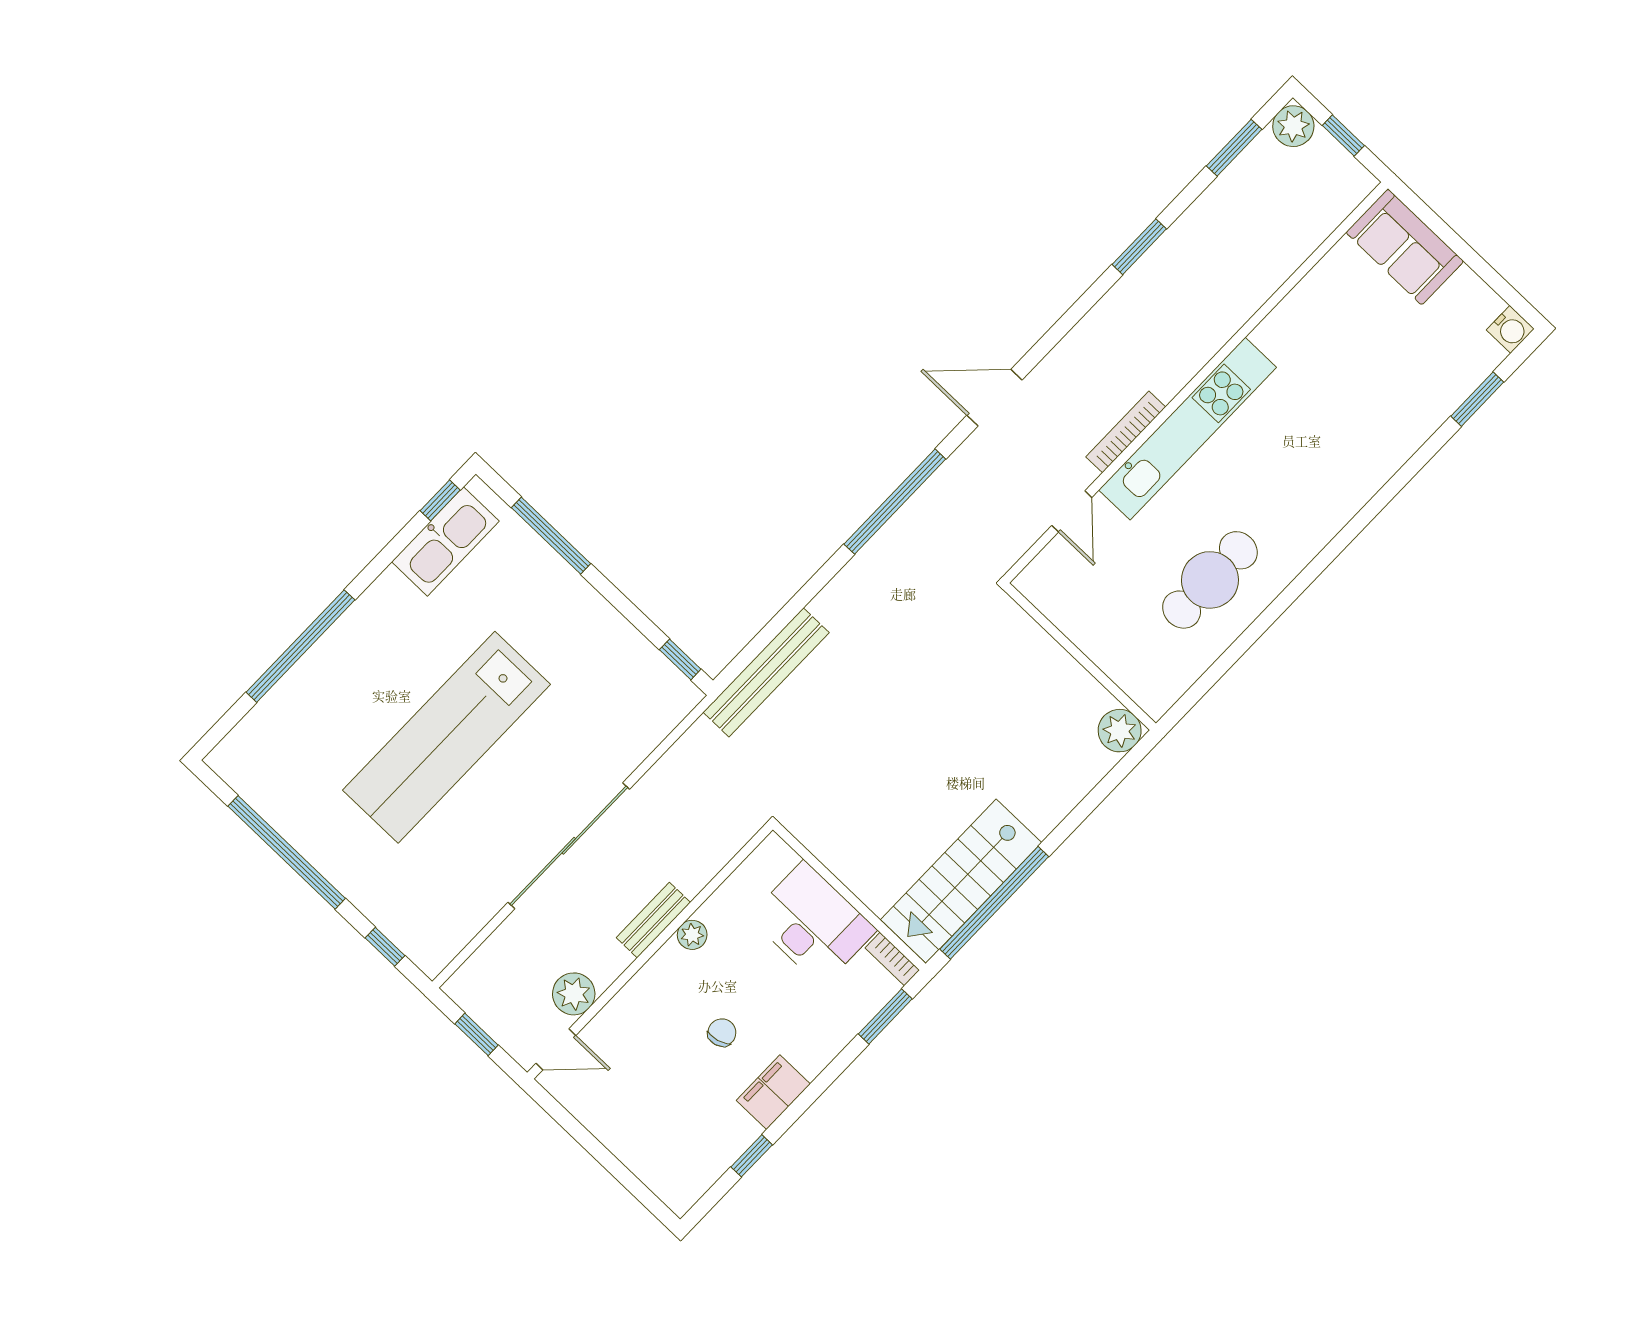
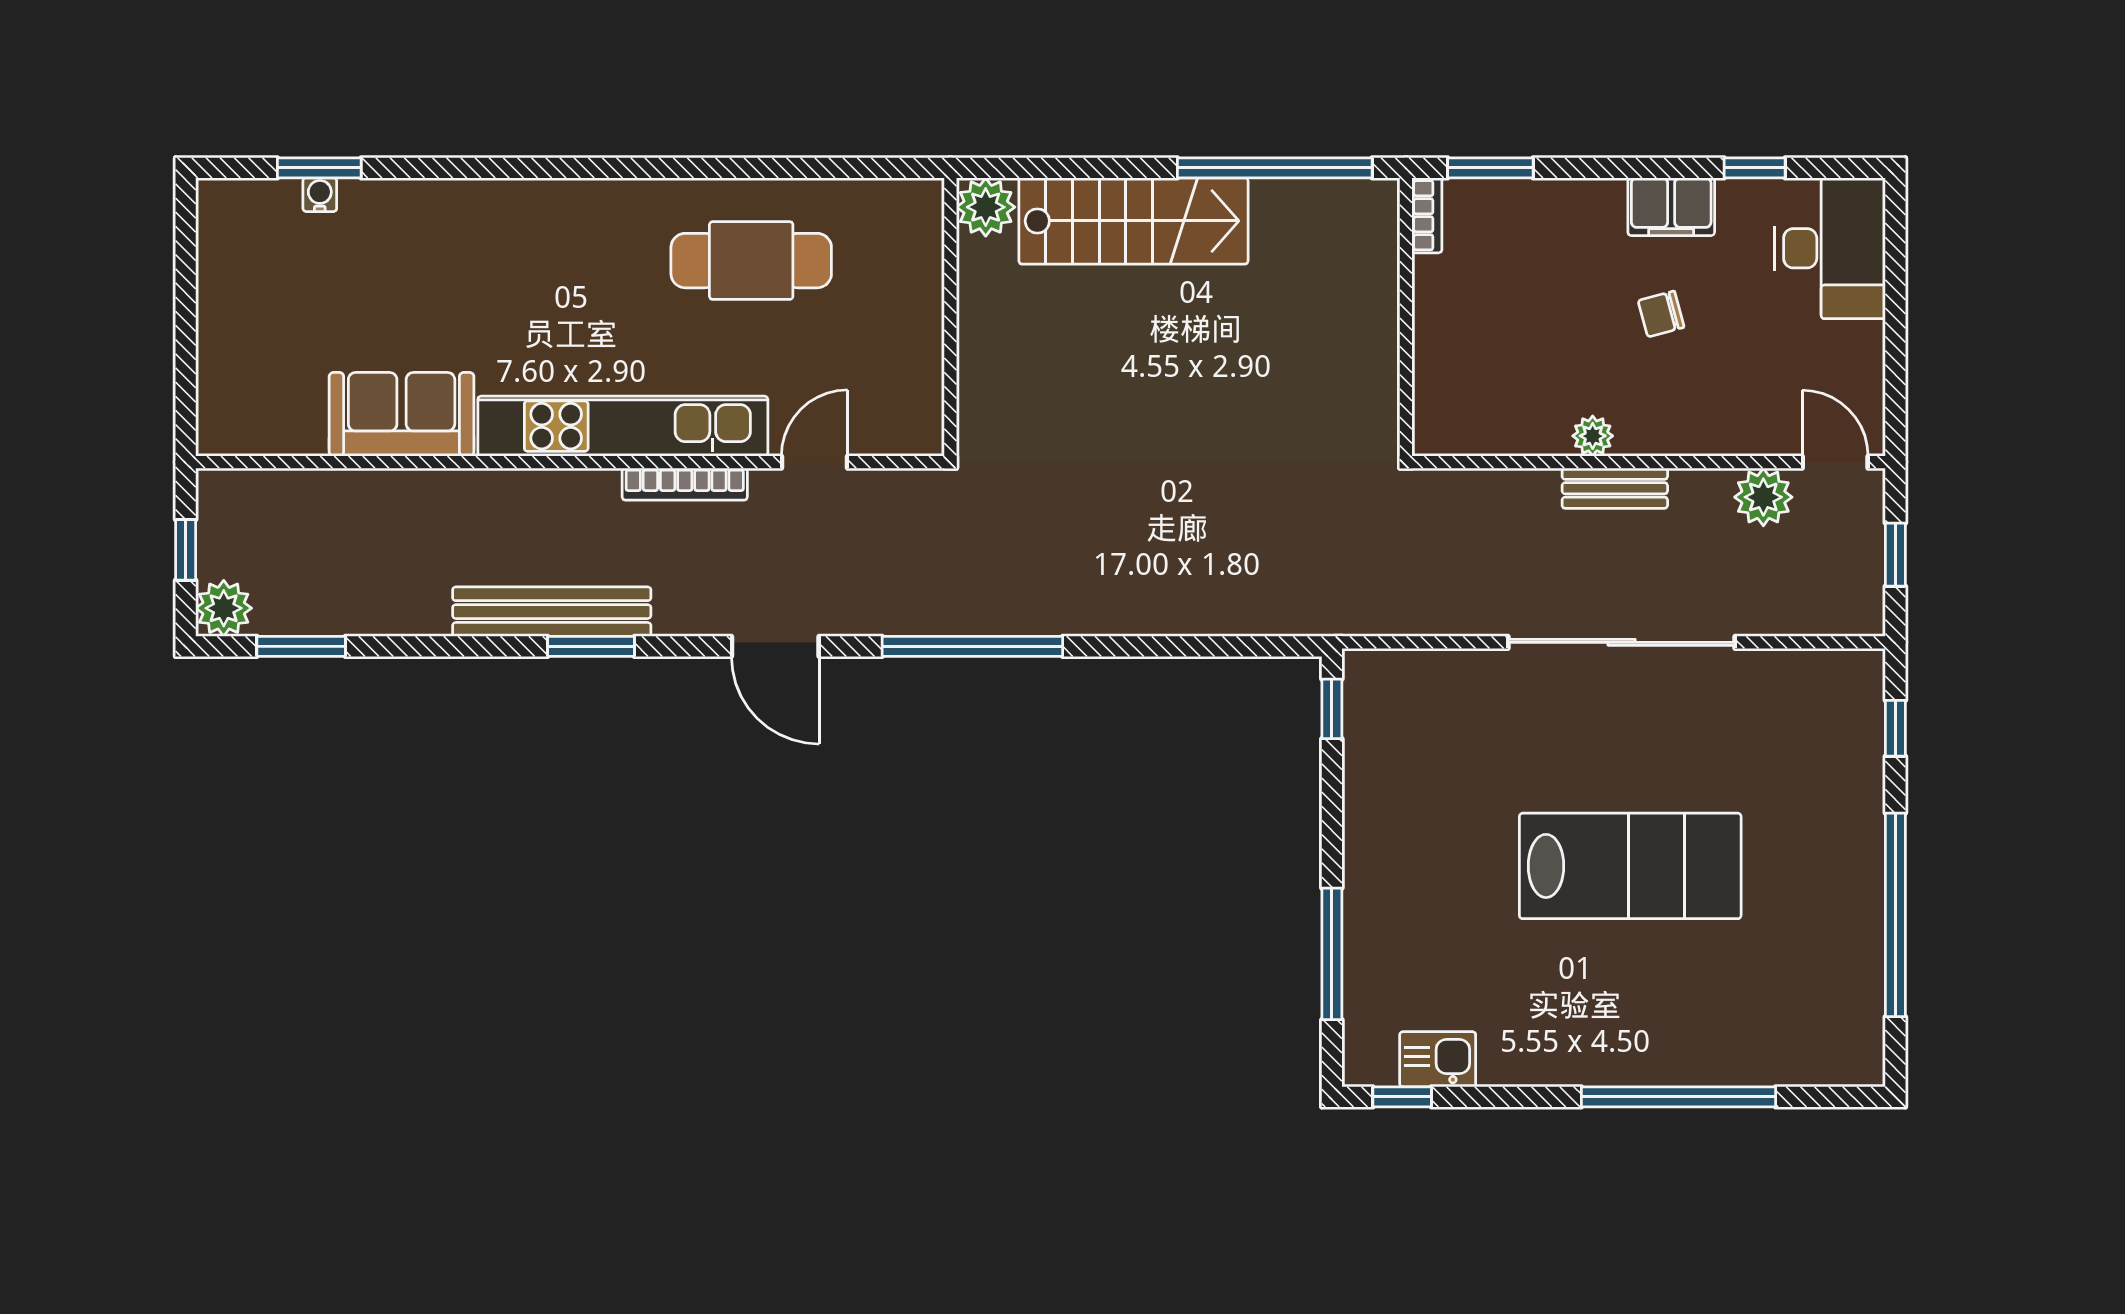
window: (1139, 247) -> (591, 646), moved
sofa: (1405, 247) -> (402, 414), moved, turned -90
water cooler: (1510, 329) -> (320, 195), moved, width x0.72, depth x0.72
kitchen sink: (445, 541) -> (1438, 1059), width x0.53, depth x0.81
bench: (766, 672) -> (552, 612), moved
lab bench: (447, 737) -> (1630, 866), width x0.73
stairs: (961, 881) -> (1133, 221), moved
desk: (813, 924) -> (1830, 248), moved, turned 180

